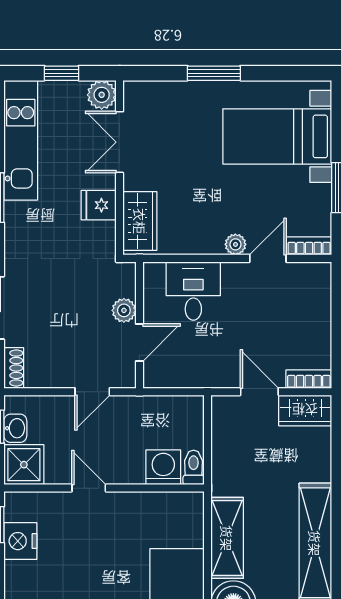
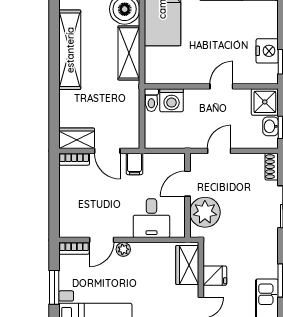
plant: (124, 310) -> (205, 212), width x1.88, depth x1.88
filing cabinet: (219, 372) -> (134, 164), added
door: (89, 488) -> (221, 86), swing flipped

